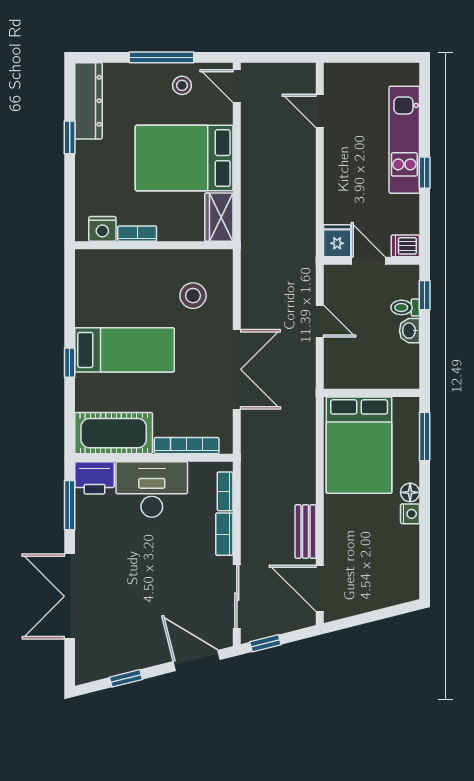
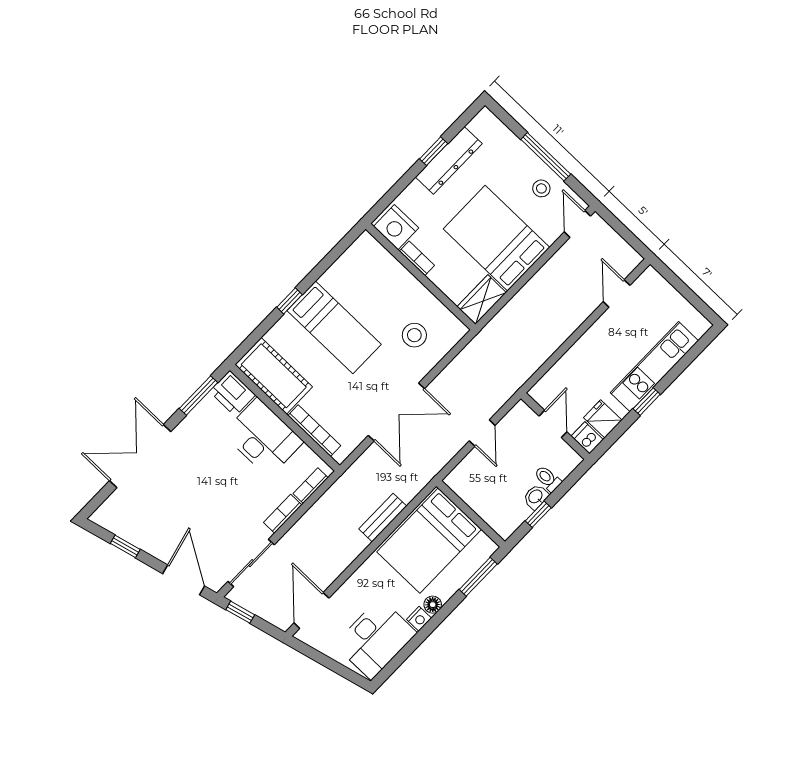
dresser: (88, 101) -> (449, 160), moved
nightstand: (102, 229) -> (396, 227), width x1.36, depth x1.33
fridge: (337, 241) -> (603, 419), moved, turned -90
window: (425, 295) -> (538, 514), moved
bench: (306, 531) -> (383, 518), moved
desk: (391, 562) -> (376, 639), added

